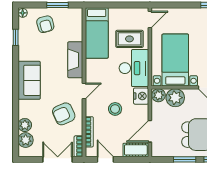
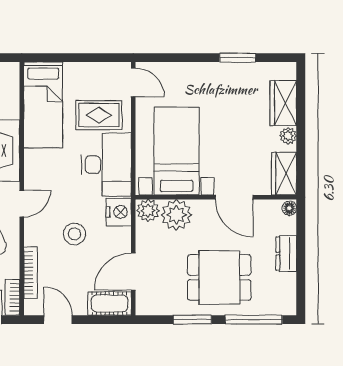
door: (150, 20) -> (133, 82), hinge flipped

